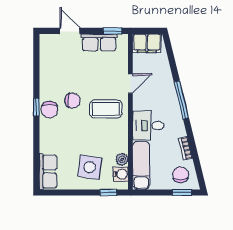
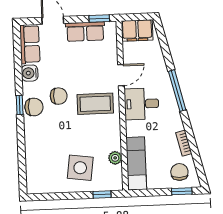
chair: (49, 110) -> (34, 107), turned -90
desk: (148, 125) -> (142, 104), moved
row of seats: (48, 172) -> (30, 44), moved
water cooler: (121, 174) -> (30, 73), moved, turned 180

